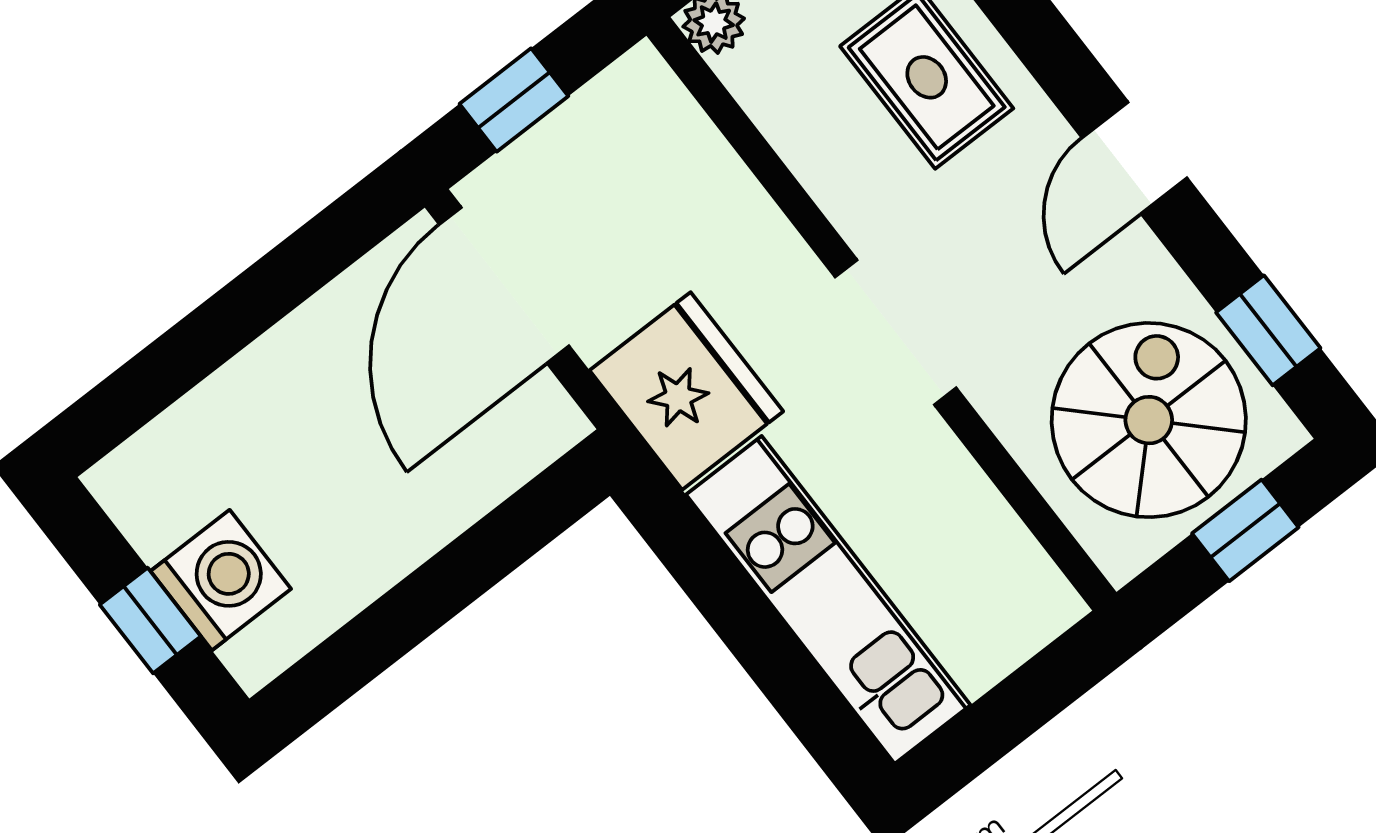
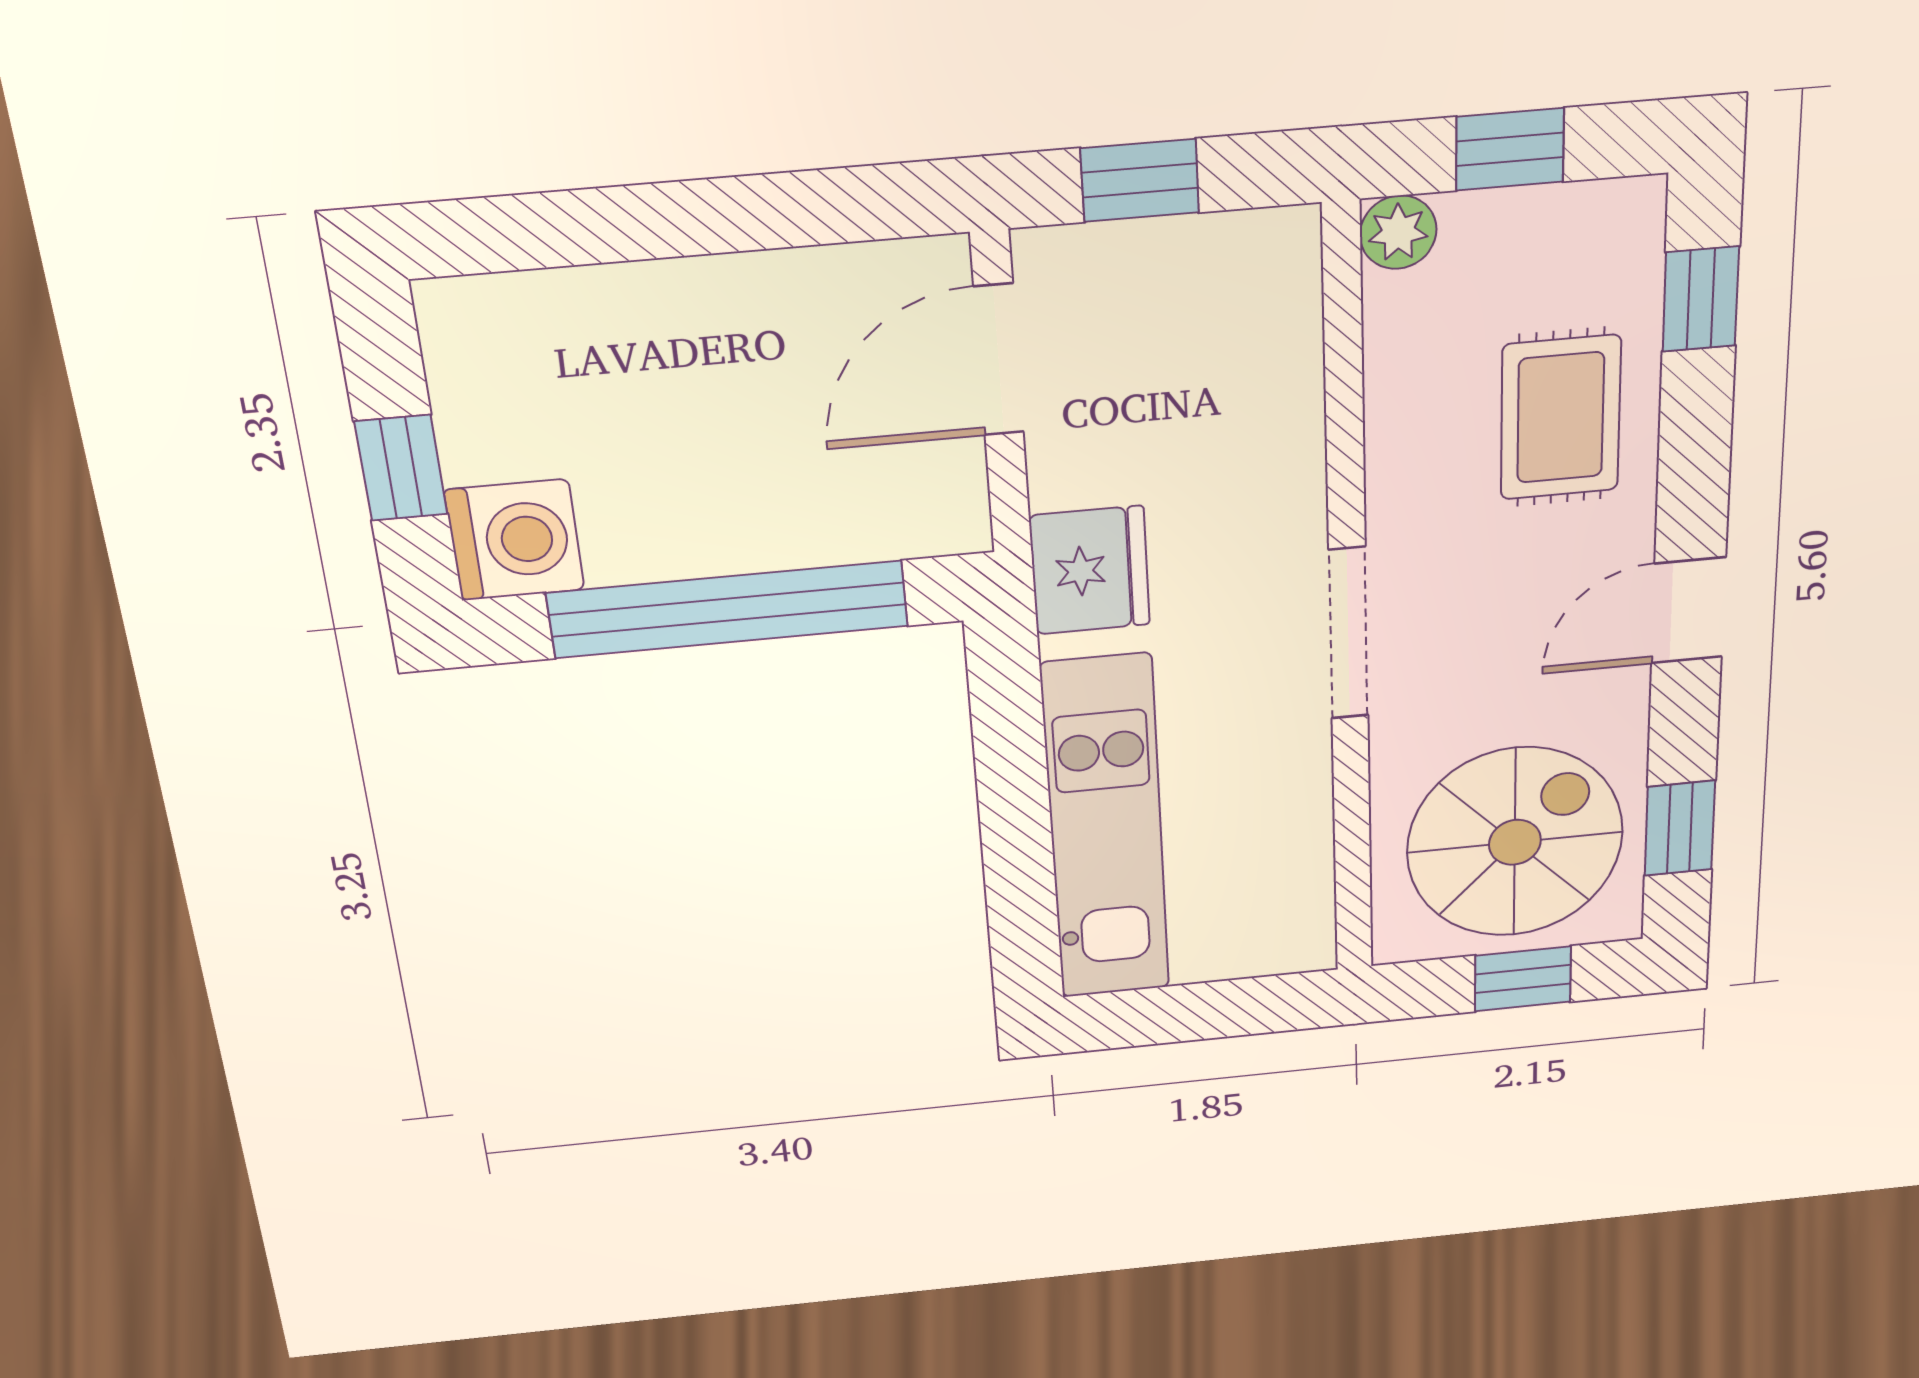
door: (504, 285) -> (999, 360), width x0.73
fridge: (686, 391) -> (1090, 570), width x0.73, depth x0.75
washing machine: (221, 580) -> (515, 540), moved
window: (438, 591) -> (728, 609), added

